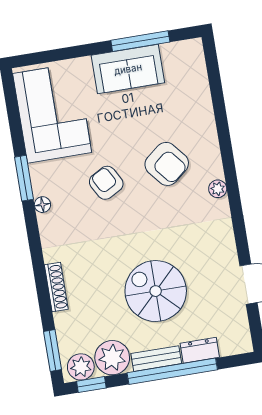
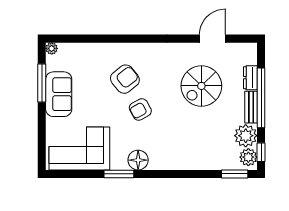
armchair: (106, 183) -> (140, 109), moved
plant: (218, 189) -> (52, 48), moved
floor lamp: (42, 205) -> (138, 160), width x1.89, depth x1.89
shoe rack: (56, 287) -> (193, 165), removed
spiral stairs: (156, 291) -> (201, 86), moved

